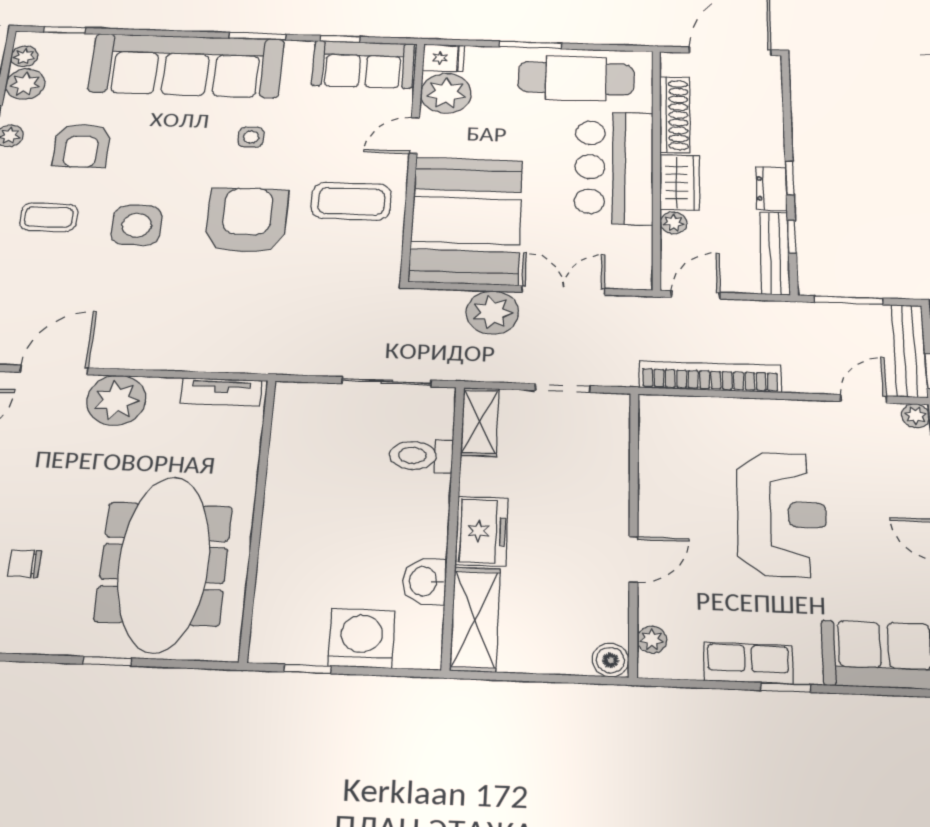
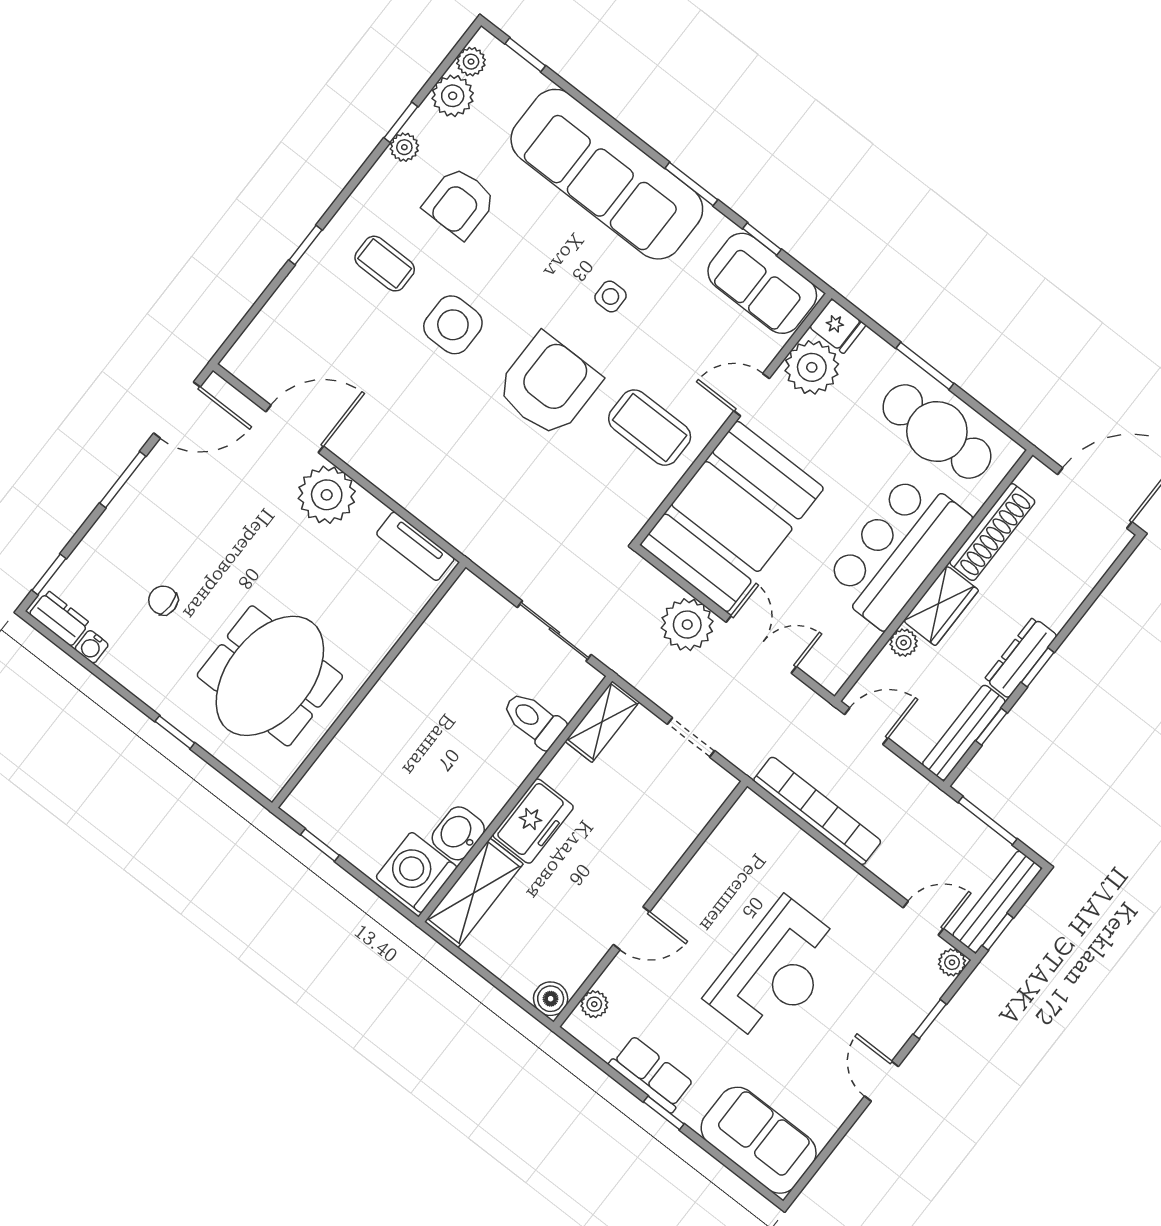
dresser: (771, 189) -> (1021, 658), width x1.44
meeting table: (164, 563) -> (270, 676), width x0.73
washing machine: (361, 638) -> (416, 872), moved, turned -90

